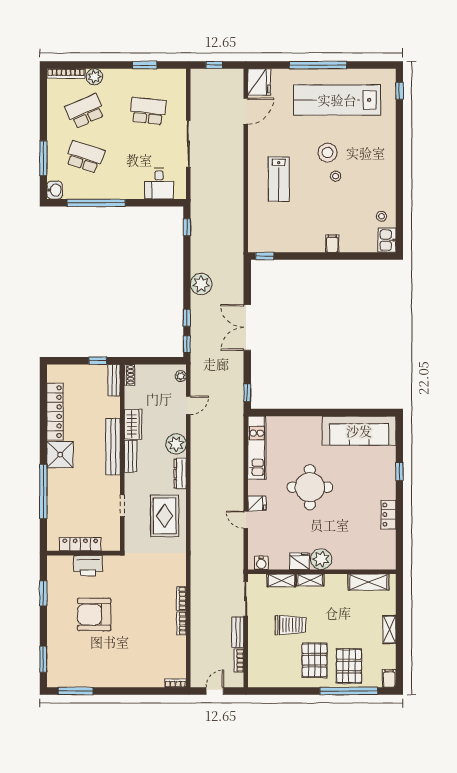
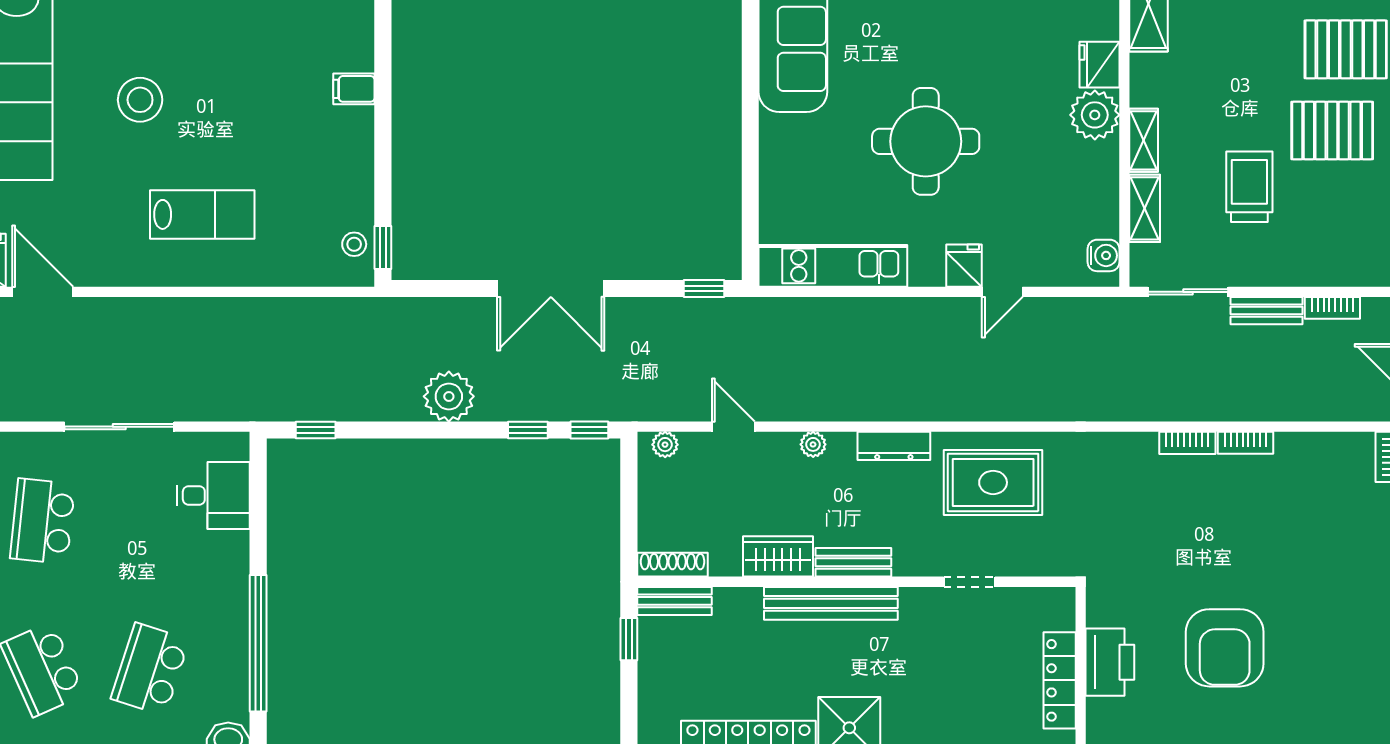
stool: (336, 176) -> (354, 244), moved
shoe rack: (130, 375) -> (673, 565), width x1.43
plant: (176, 444) -> (813, 444), width x0.53, depth x0.53
fridge: (300, 561) -> (1100, 65), moved

